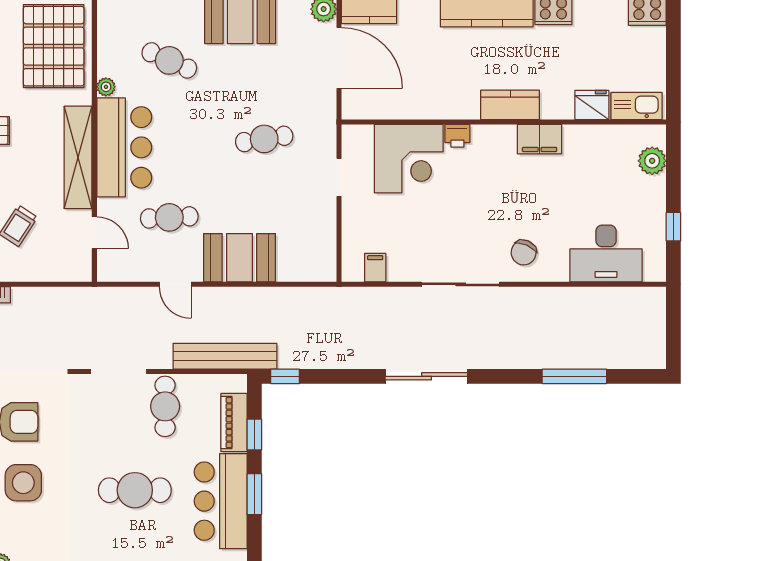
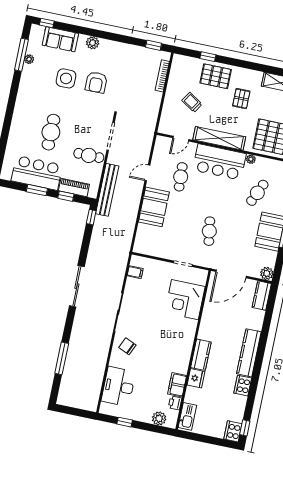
door: (339, 58) -> (231, 274), moved
fridge: (592, 105) -> (196, 378), moved
printer: (457, 136) -> (175, 403), moved
filing cabinet: (540, 139) -> (177, 385), moved

